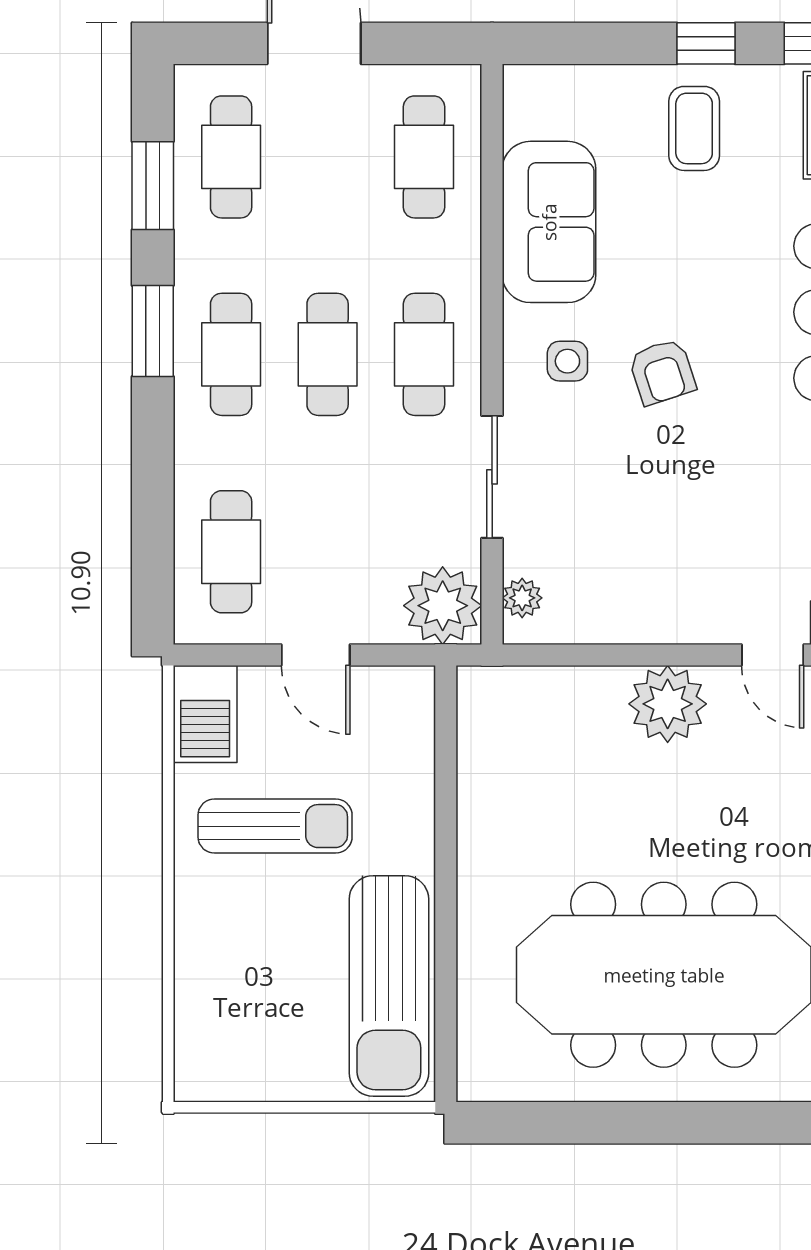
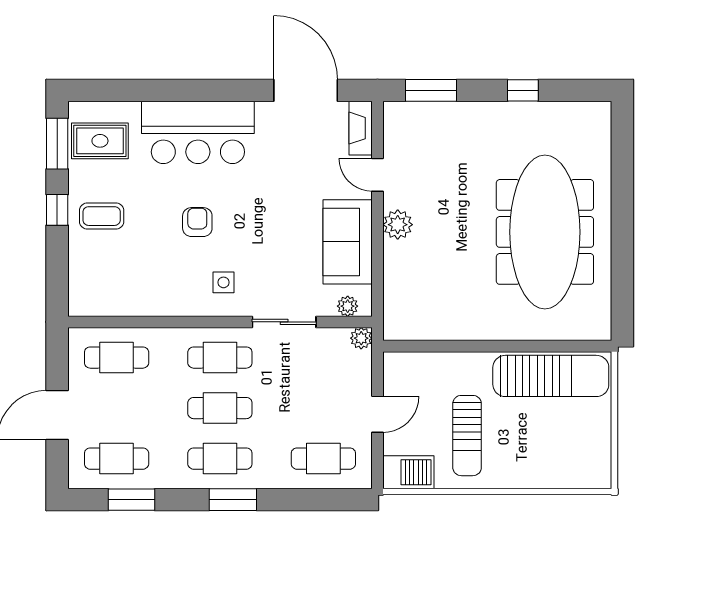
sofa: (549, 222) -> (348, 242), moved, turned -90
window: (153, 331) -> (233, 500), moved
armchair: (662, 372) -> (197, 222), moved, turned -72
plant: (443, 606) -> (361, 338), width x0.53, depth x0.53
door: (773, 655) -> (377, 175), swing flipped
plant: (668, 704) -> (398, 225), width x0.73, depth x0.73
sun lounger: (275, 826) -> (467, 436), turned 180

